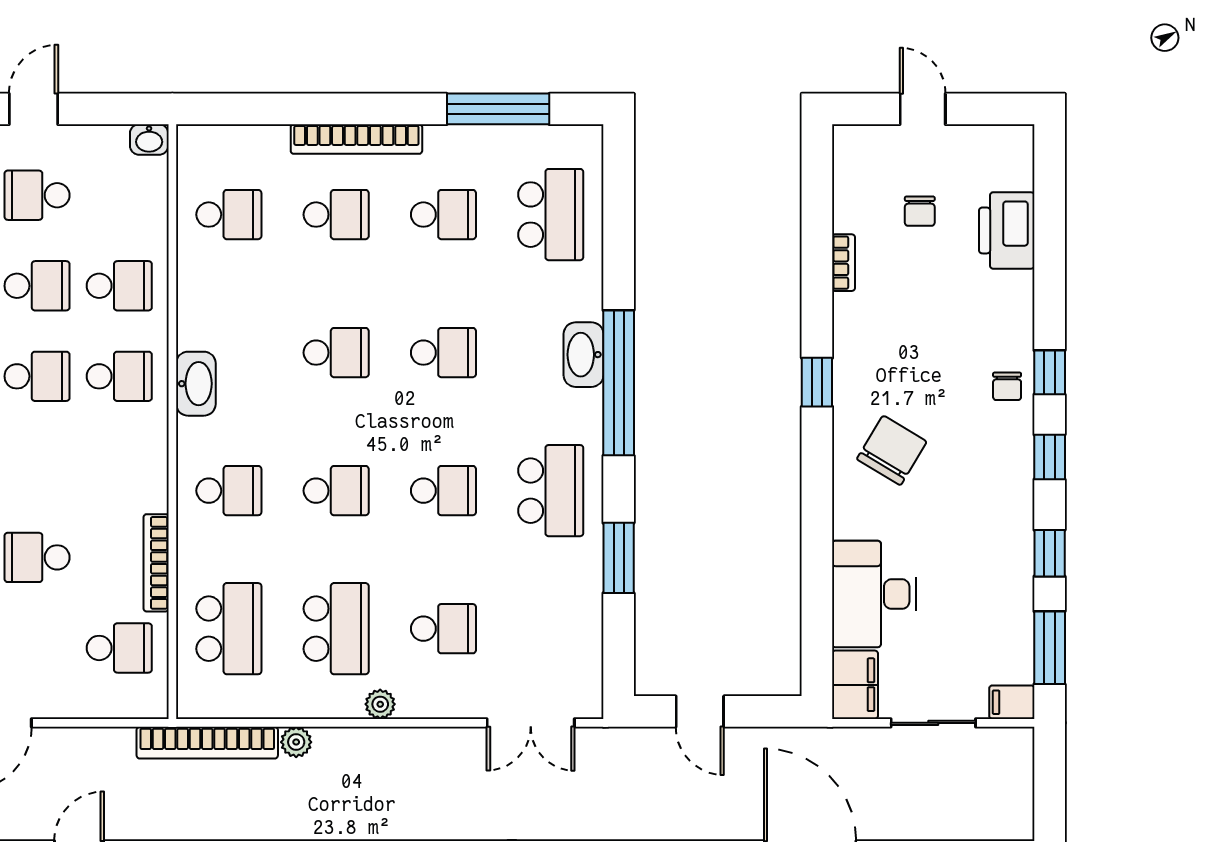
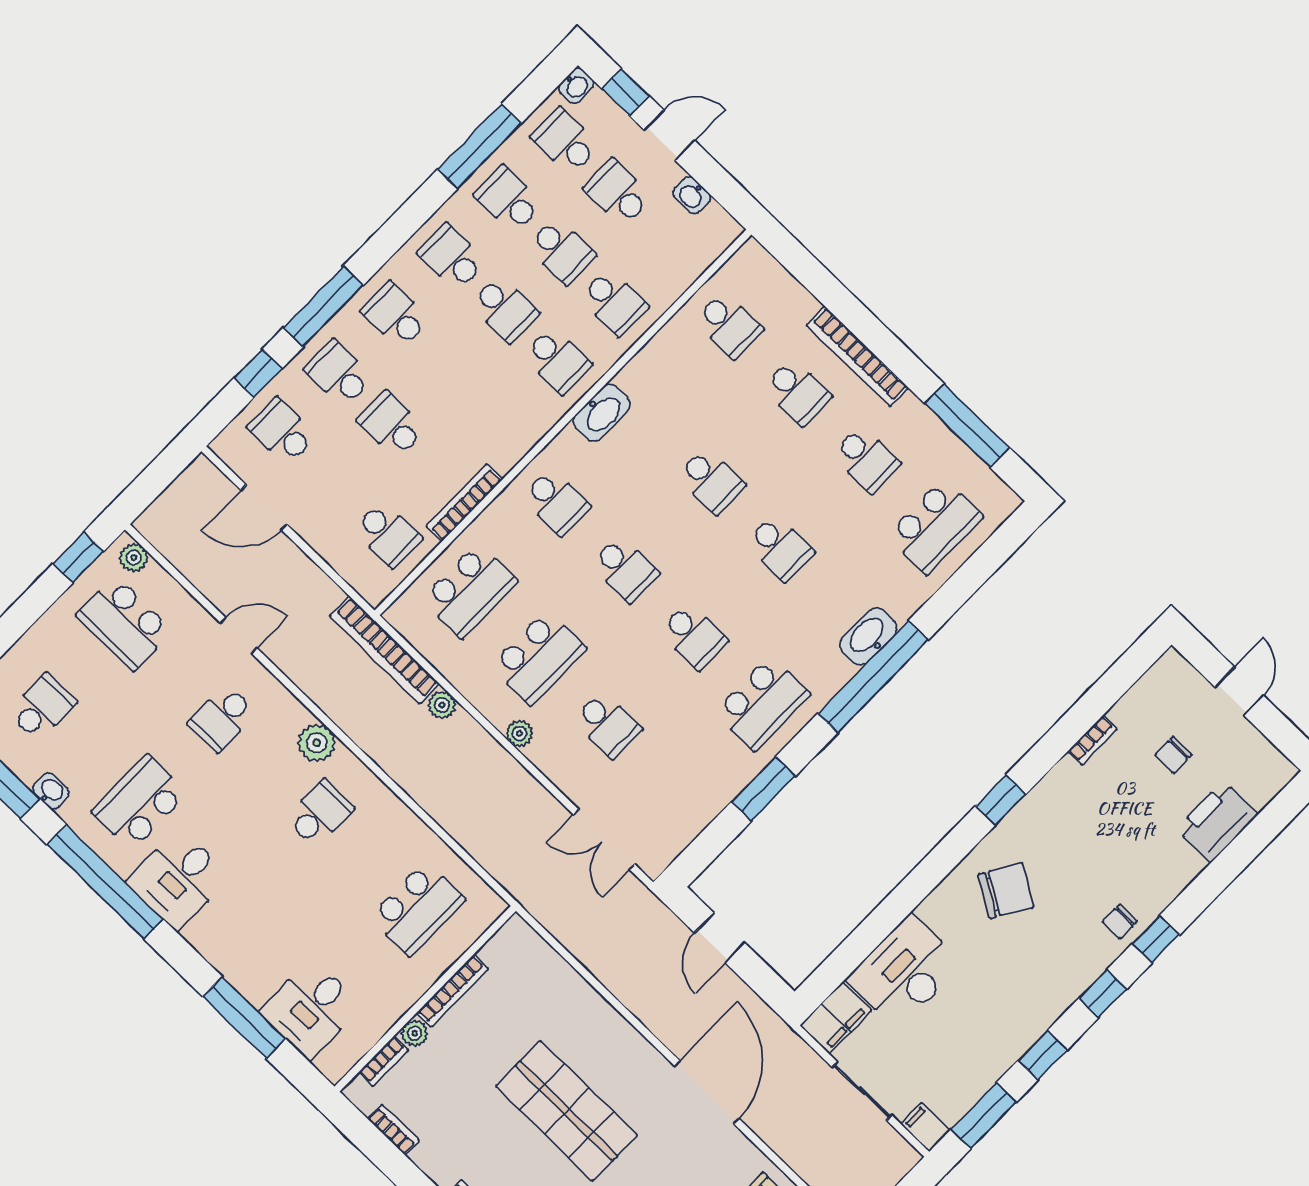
washbasin: (149, 140) -> (692, 195), moved

